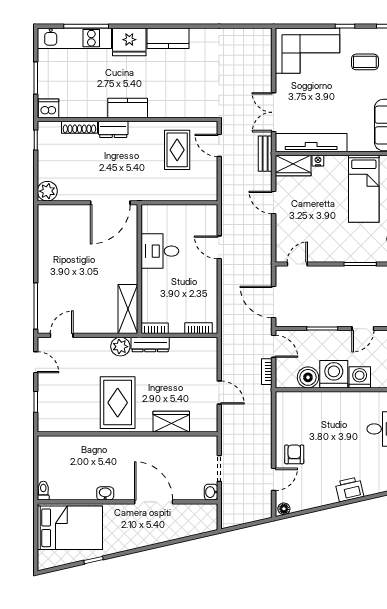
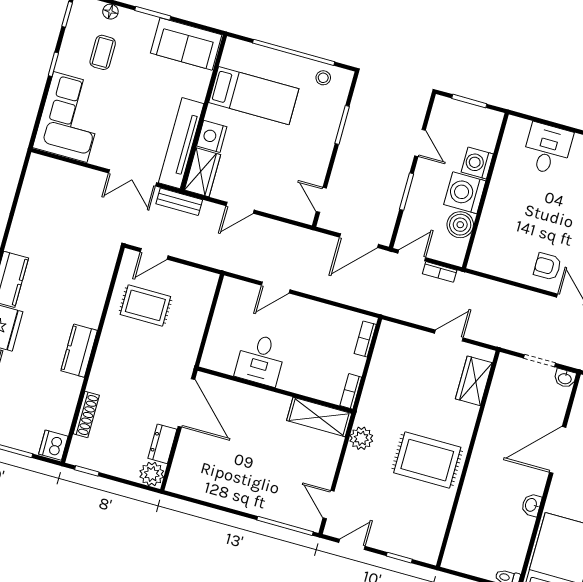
dresser: (113, 129) -> (162, 444), moved, turned 180
nightstand: (318, 161) -> (212, 136), width x1.89, depth x1.79
dresser: (150, 344) -> (369, 402), removed
wardrobe: (171, 422) -> (474, 381), moved

